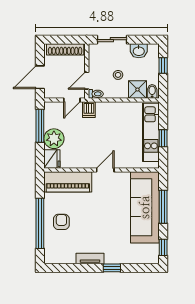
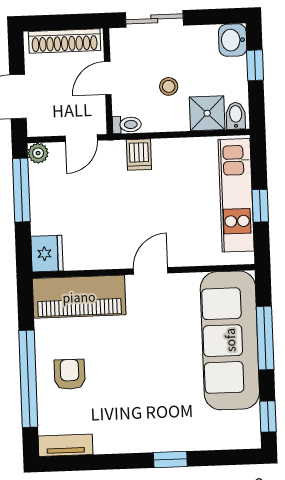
washbasin: (139, 51) -> (233, 40), moved, turned 90
door: (87, 81) -> (108, 78), moved
dishwasher: (89, 110) -> (139, 155), moved
plant: (54, 139) -> (38, 153), moved, width x0.53, depth x0.53
tv unit: (90, 258) -> (66, 445), moved

